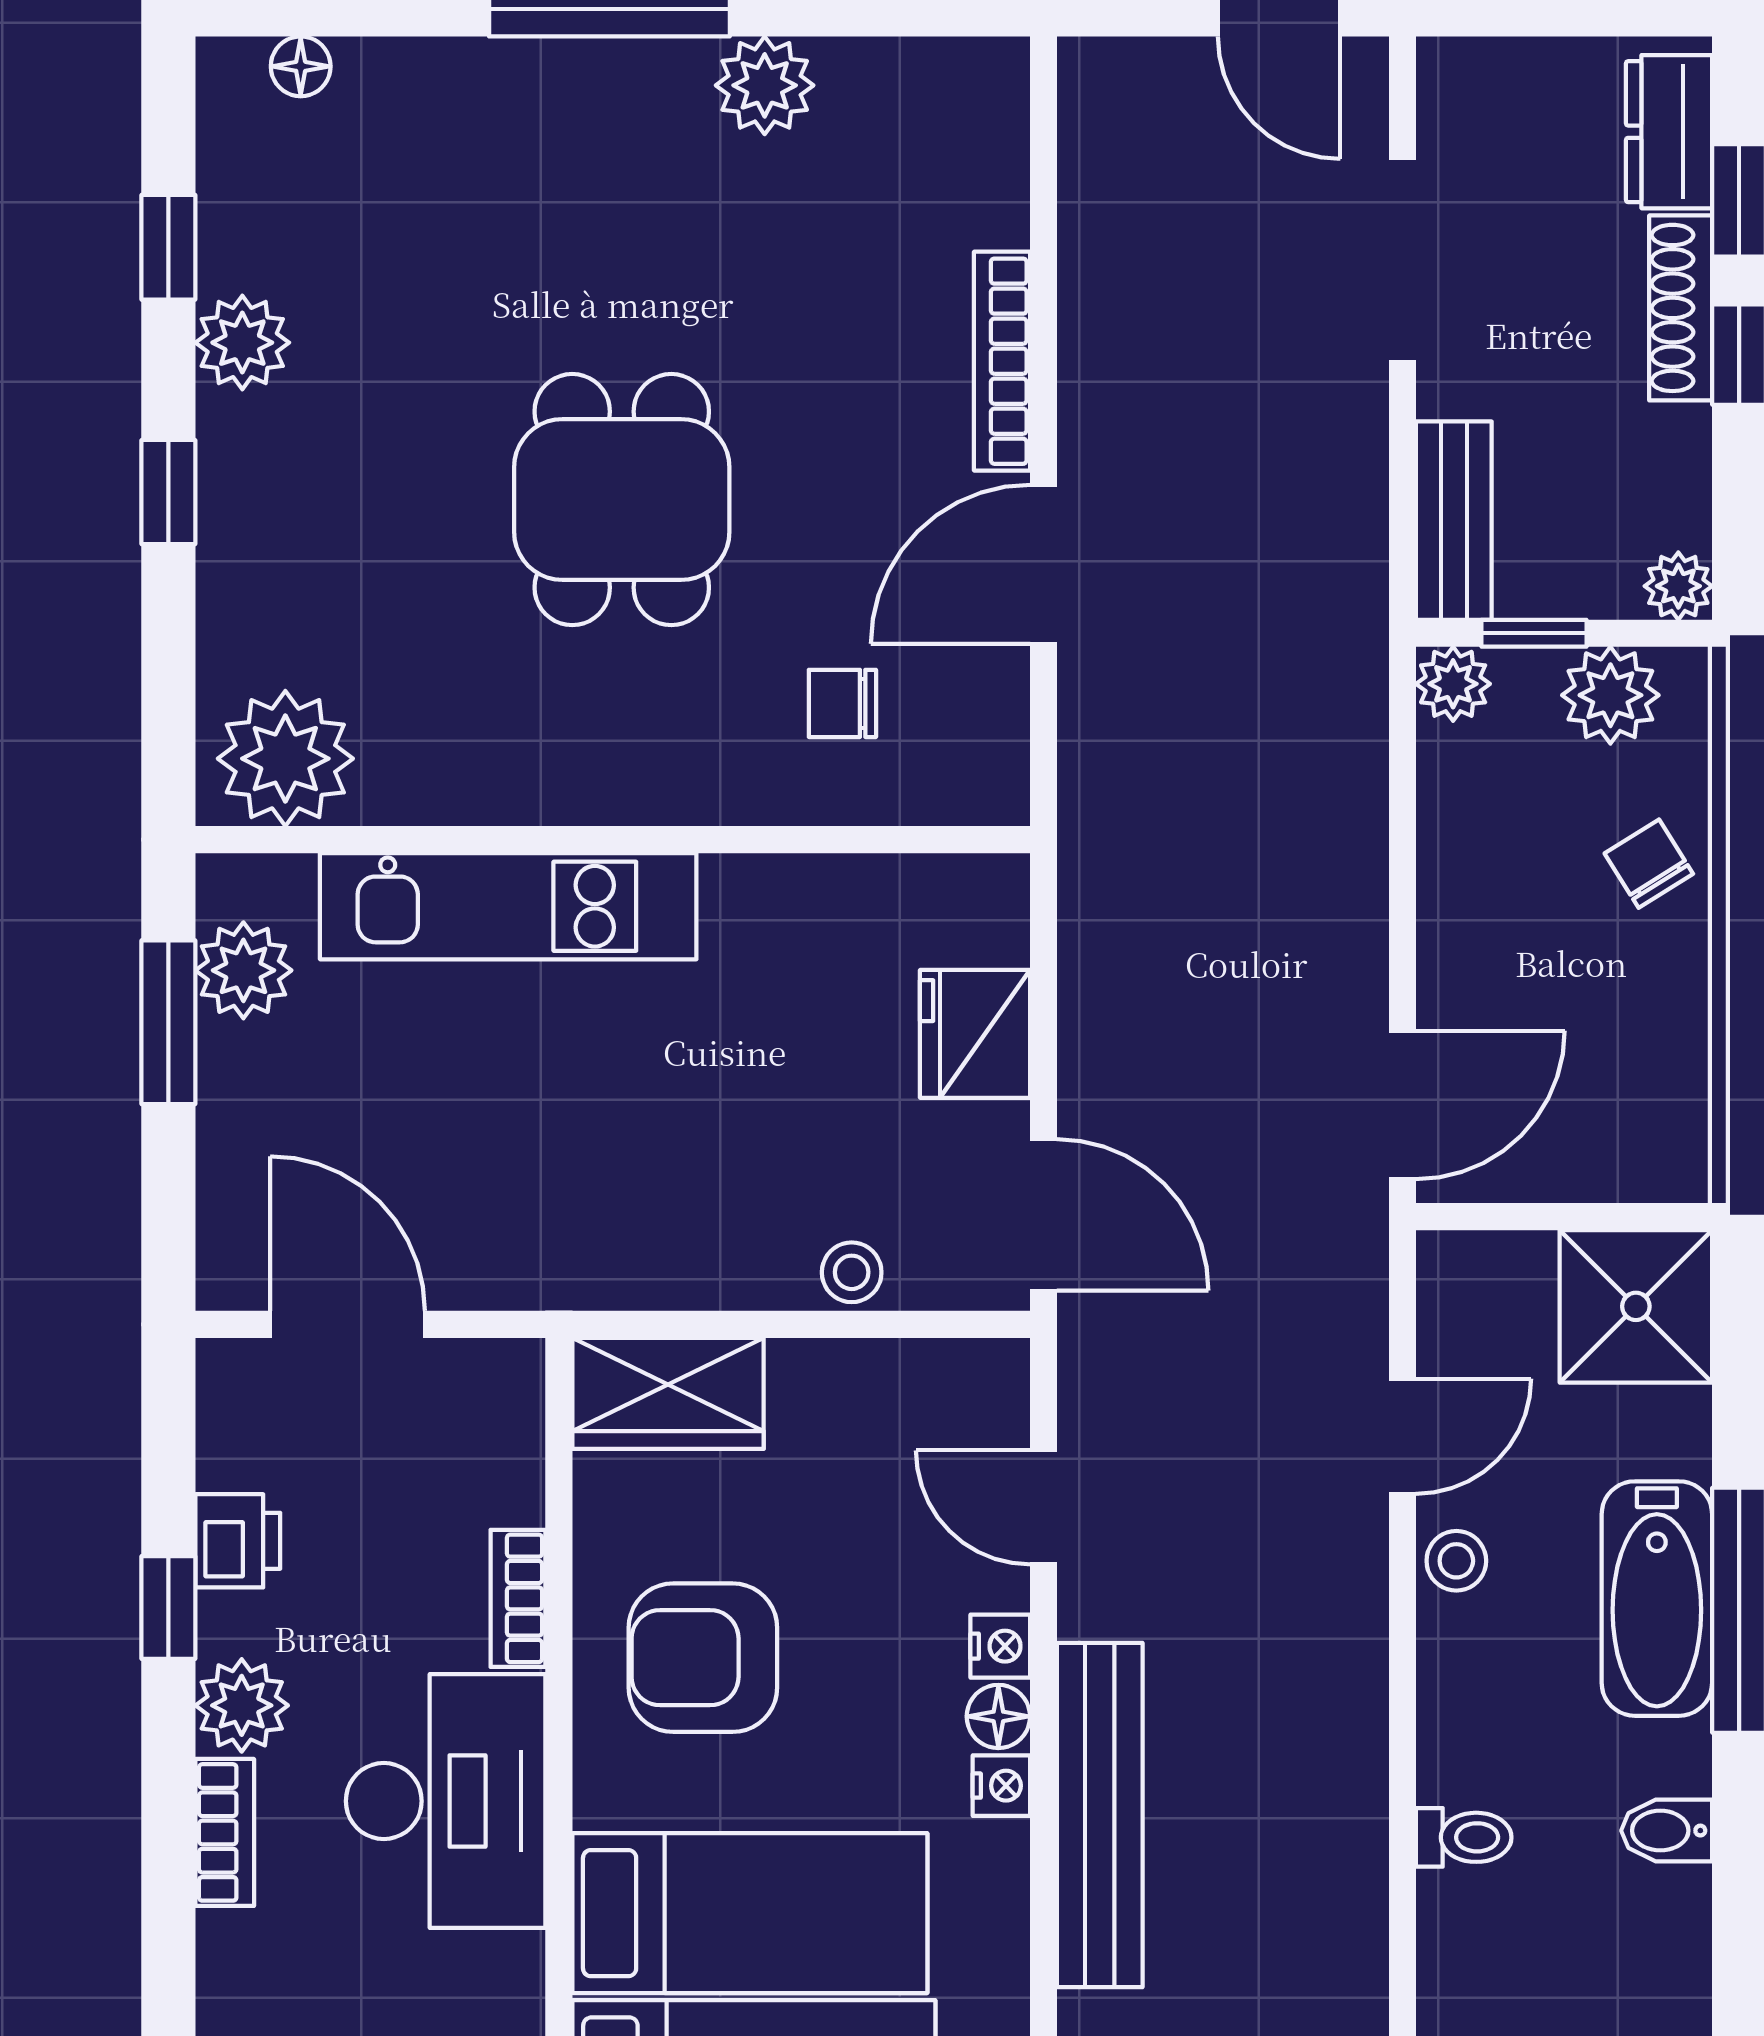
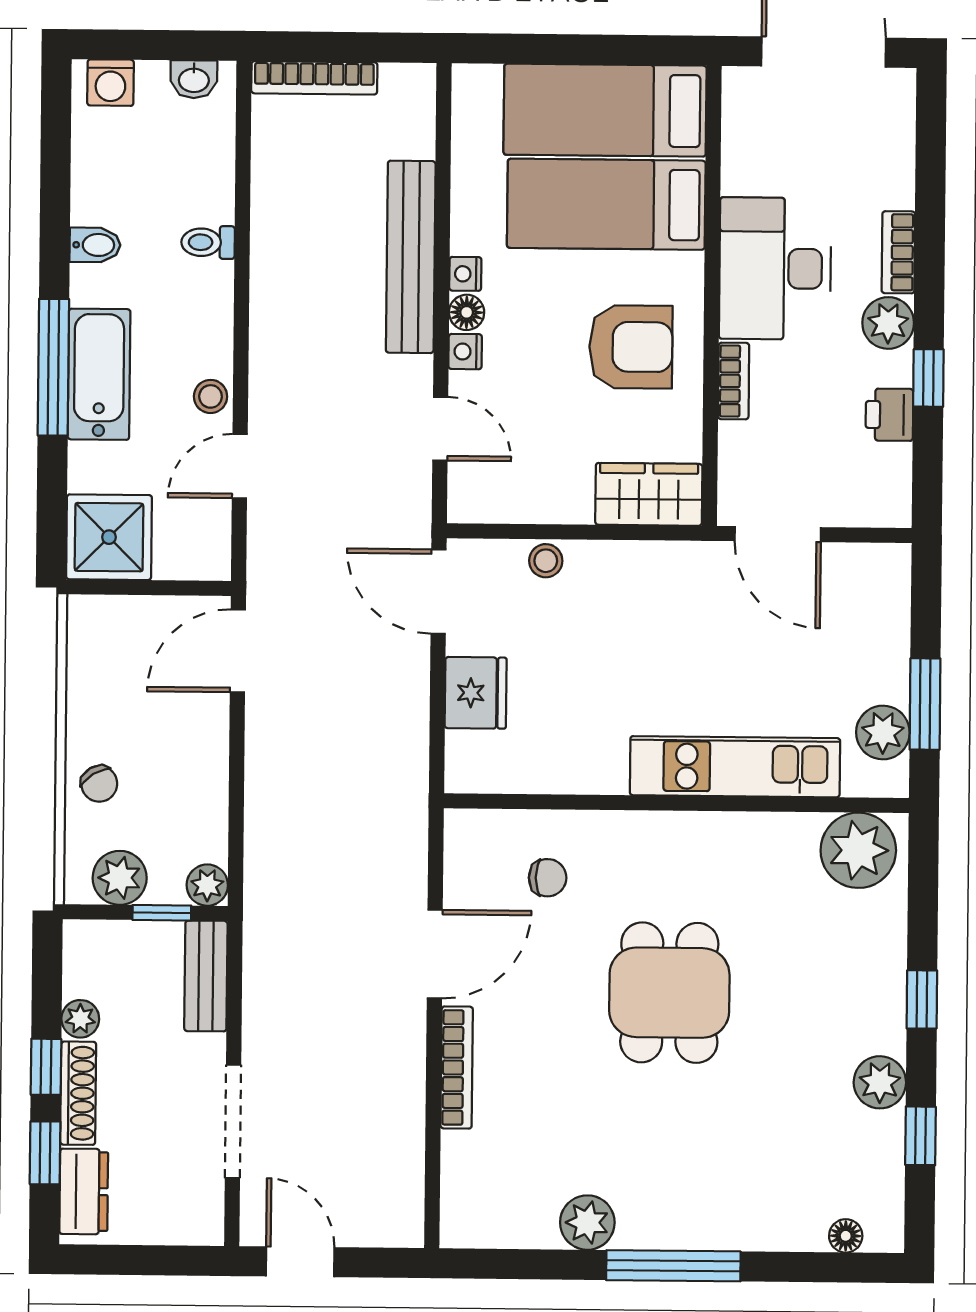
plant: (1678, 586) -> (80, 1019), moved
door: (348, 1324) -> (778, 534), moved

